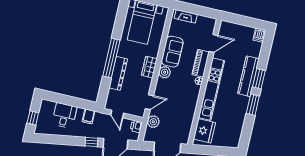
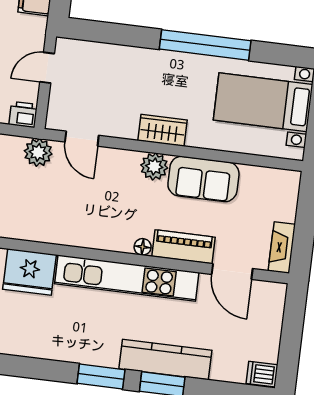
fireplace: (186, 16) -> (282, 248), moved
window: (111, 58) -> (205, 45), moved
dresser: (118, 73) -> (141, 60), removed

